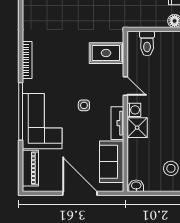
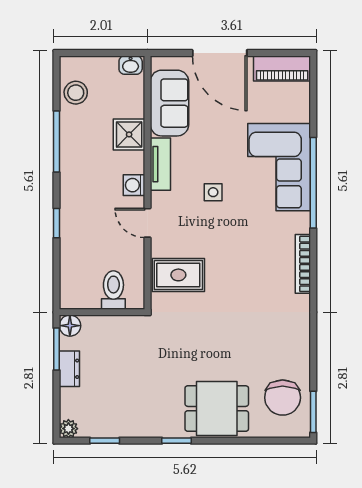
shower: (137, 128) -> (129, 134), moved
piano: (30, 168) -> (282, 69), moved, turned -90

